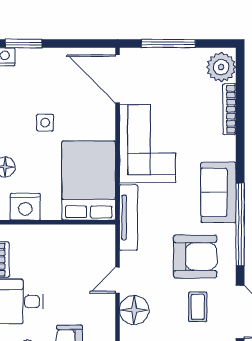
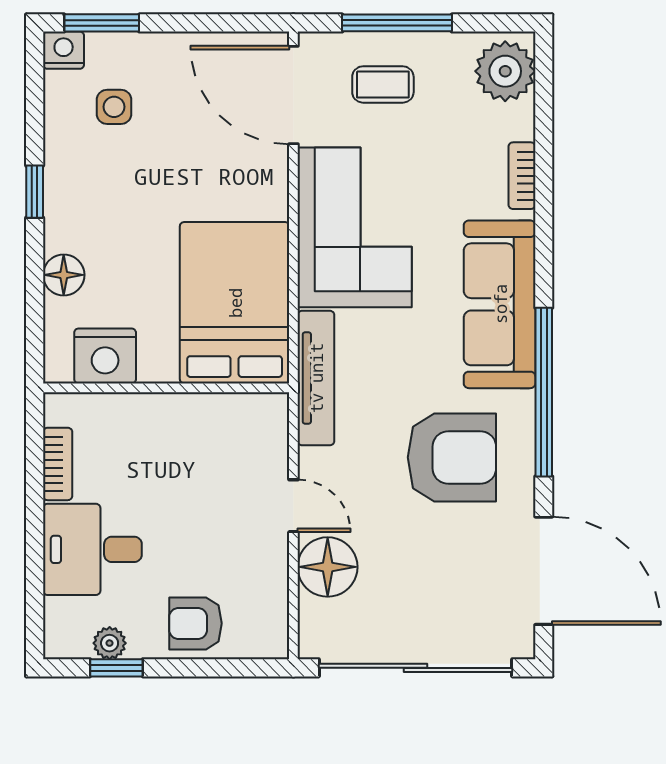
bookcase: (229, 109) -> (522, 176), width x0.64
side table: (45, 123) -> (114, 107), moved
sofa: (218, 192) -> (500, 304), width x1.36
door: (117, 280) -> (293, 506), swing flipped
coffee table: (198, 307) -> (383, 84), moved, turned 90

